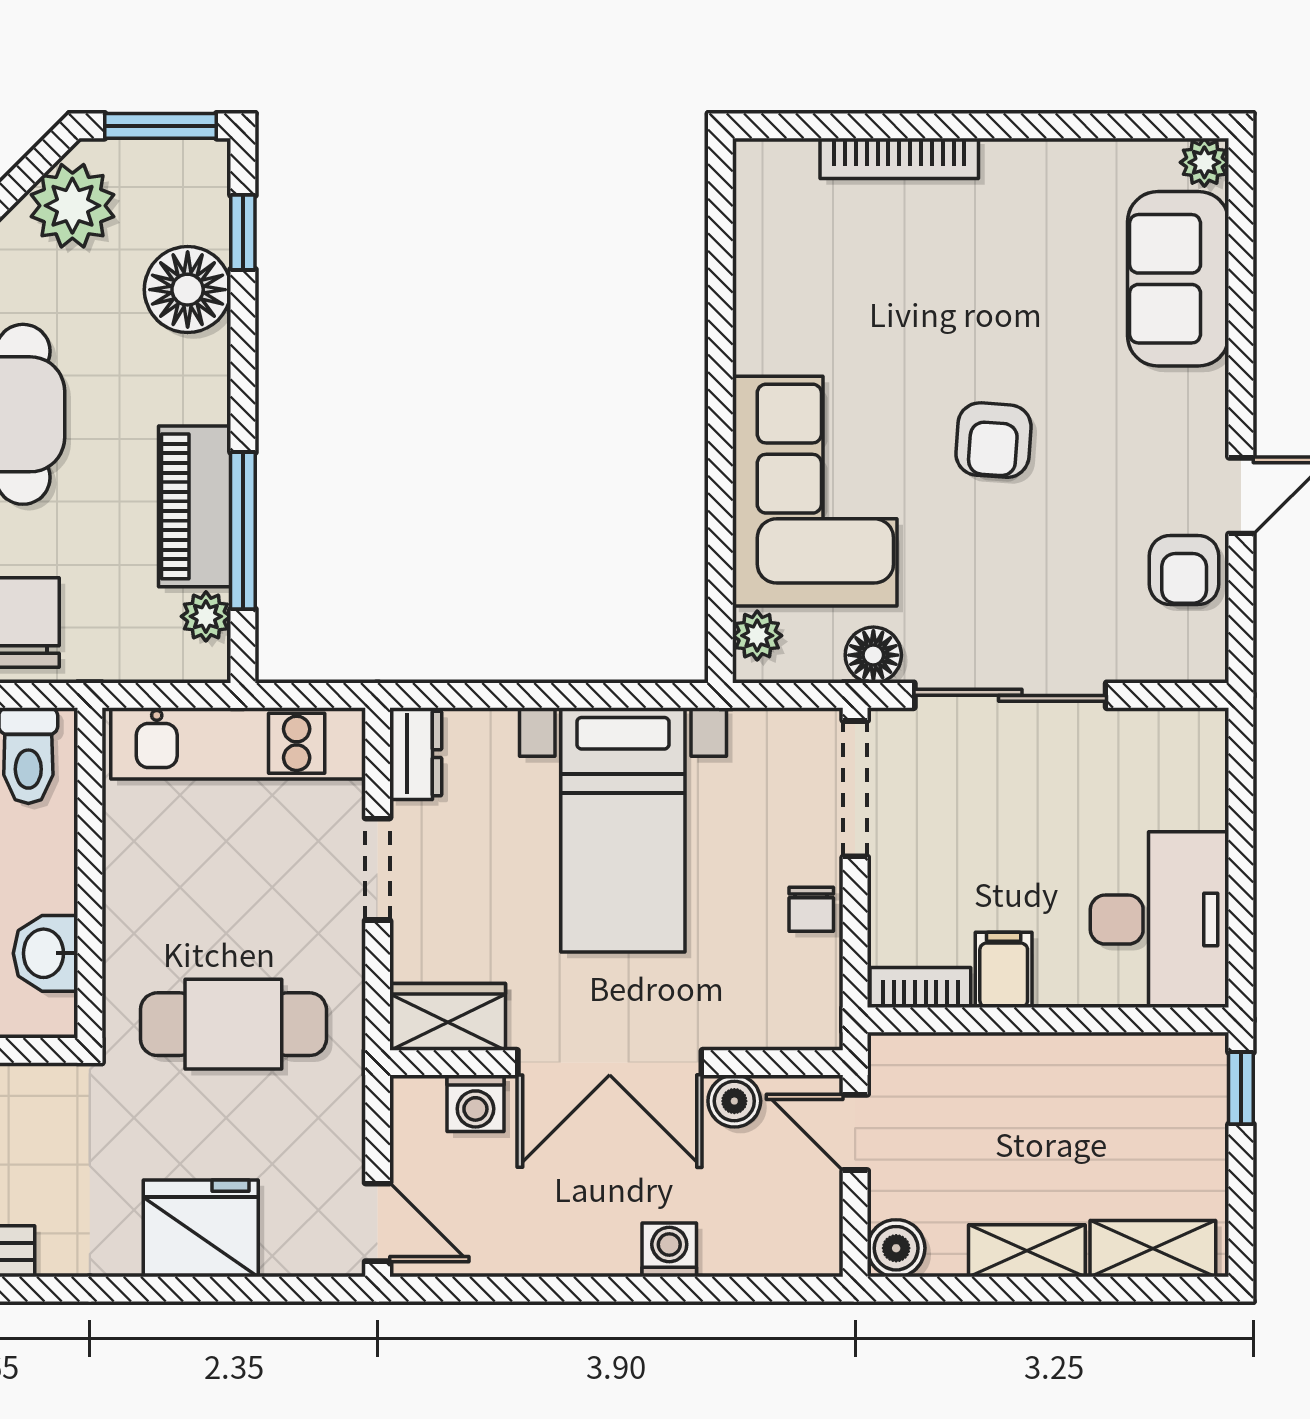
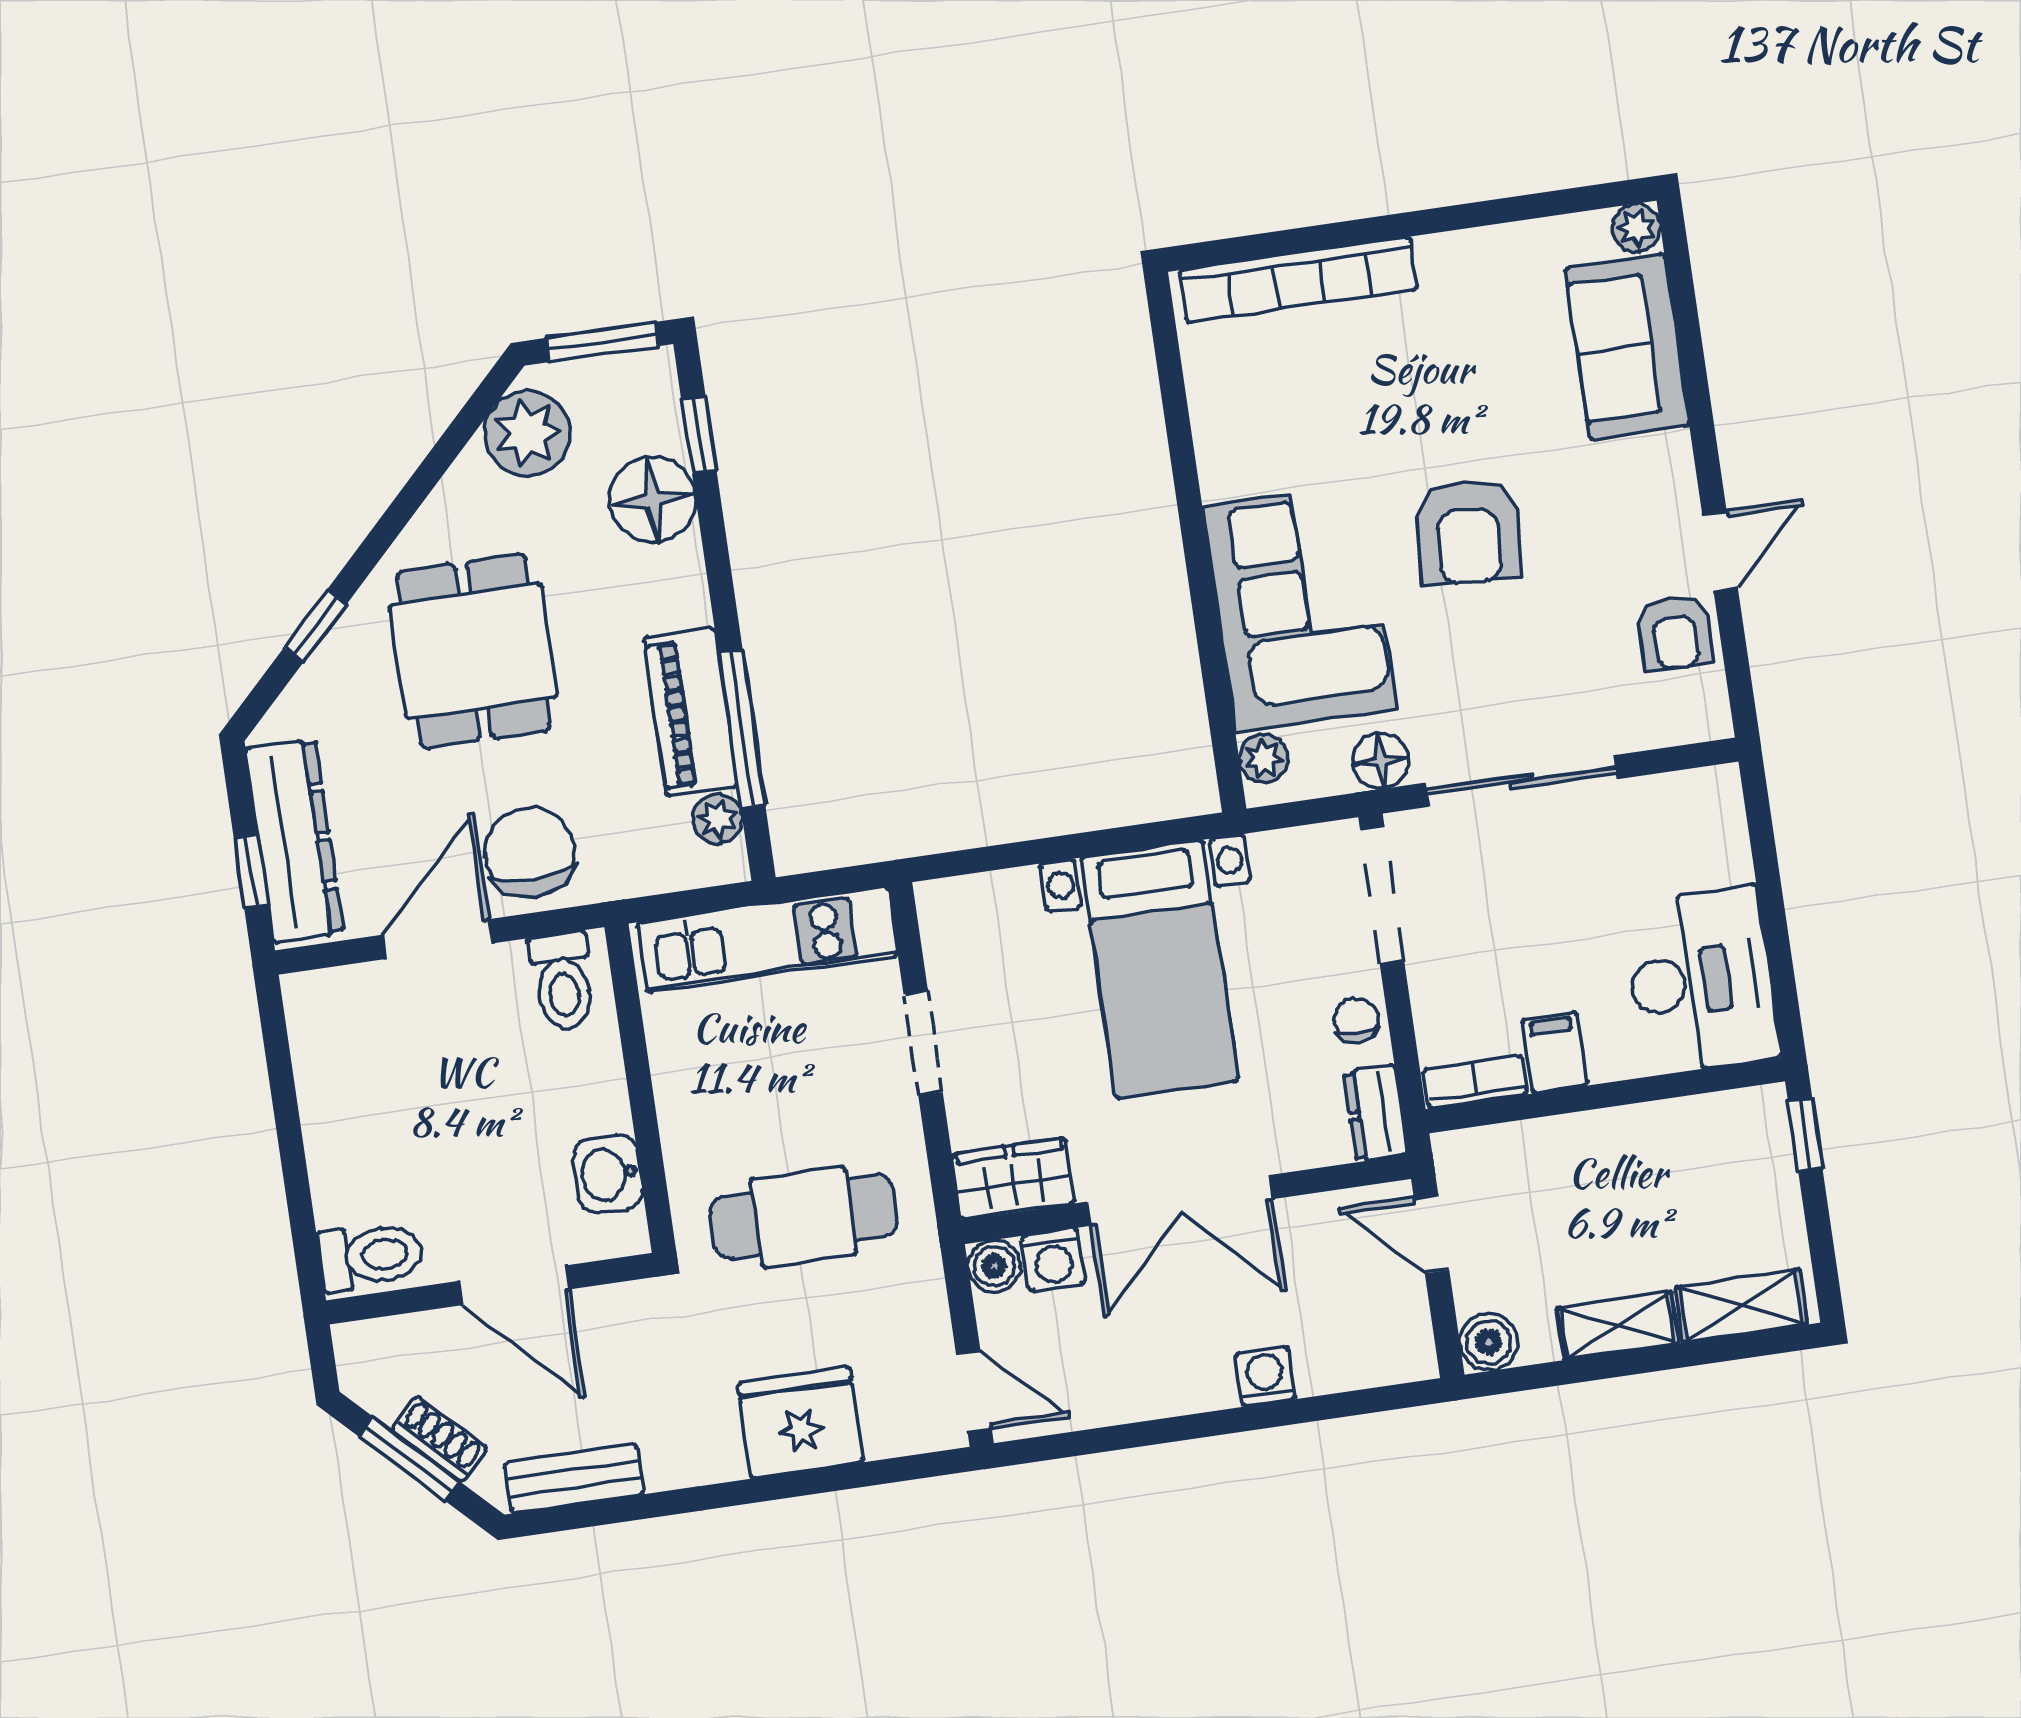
bookcase: (899, 158) -> (1299, 280), width x1.48, depth x1.31
armchair: (993, 440) -> (1468, 532), width x1.38, depth x1.38
dresser: (416, 754) -> (1376, 1113), moved, turned 180
chair: (811, 909) -> (1356, 1020), turned 180
boiler: (734, 1101) -> (994, 1266), moved

